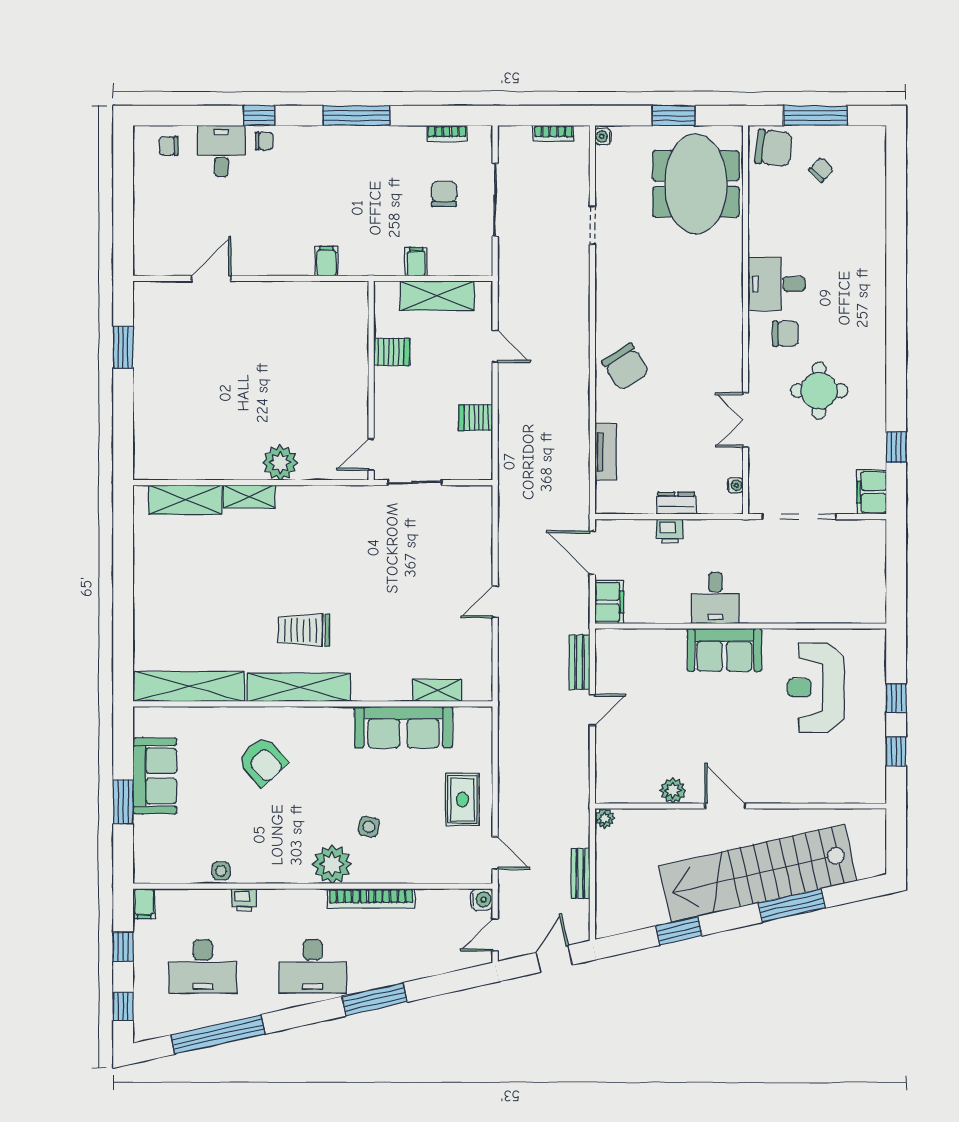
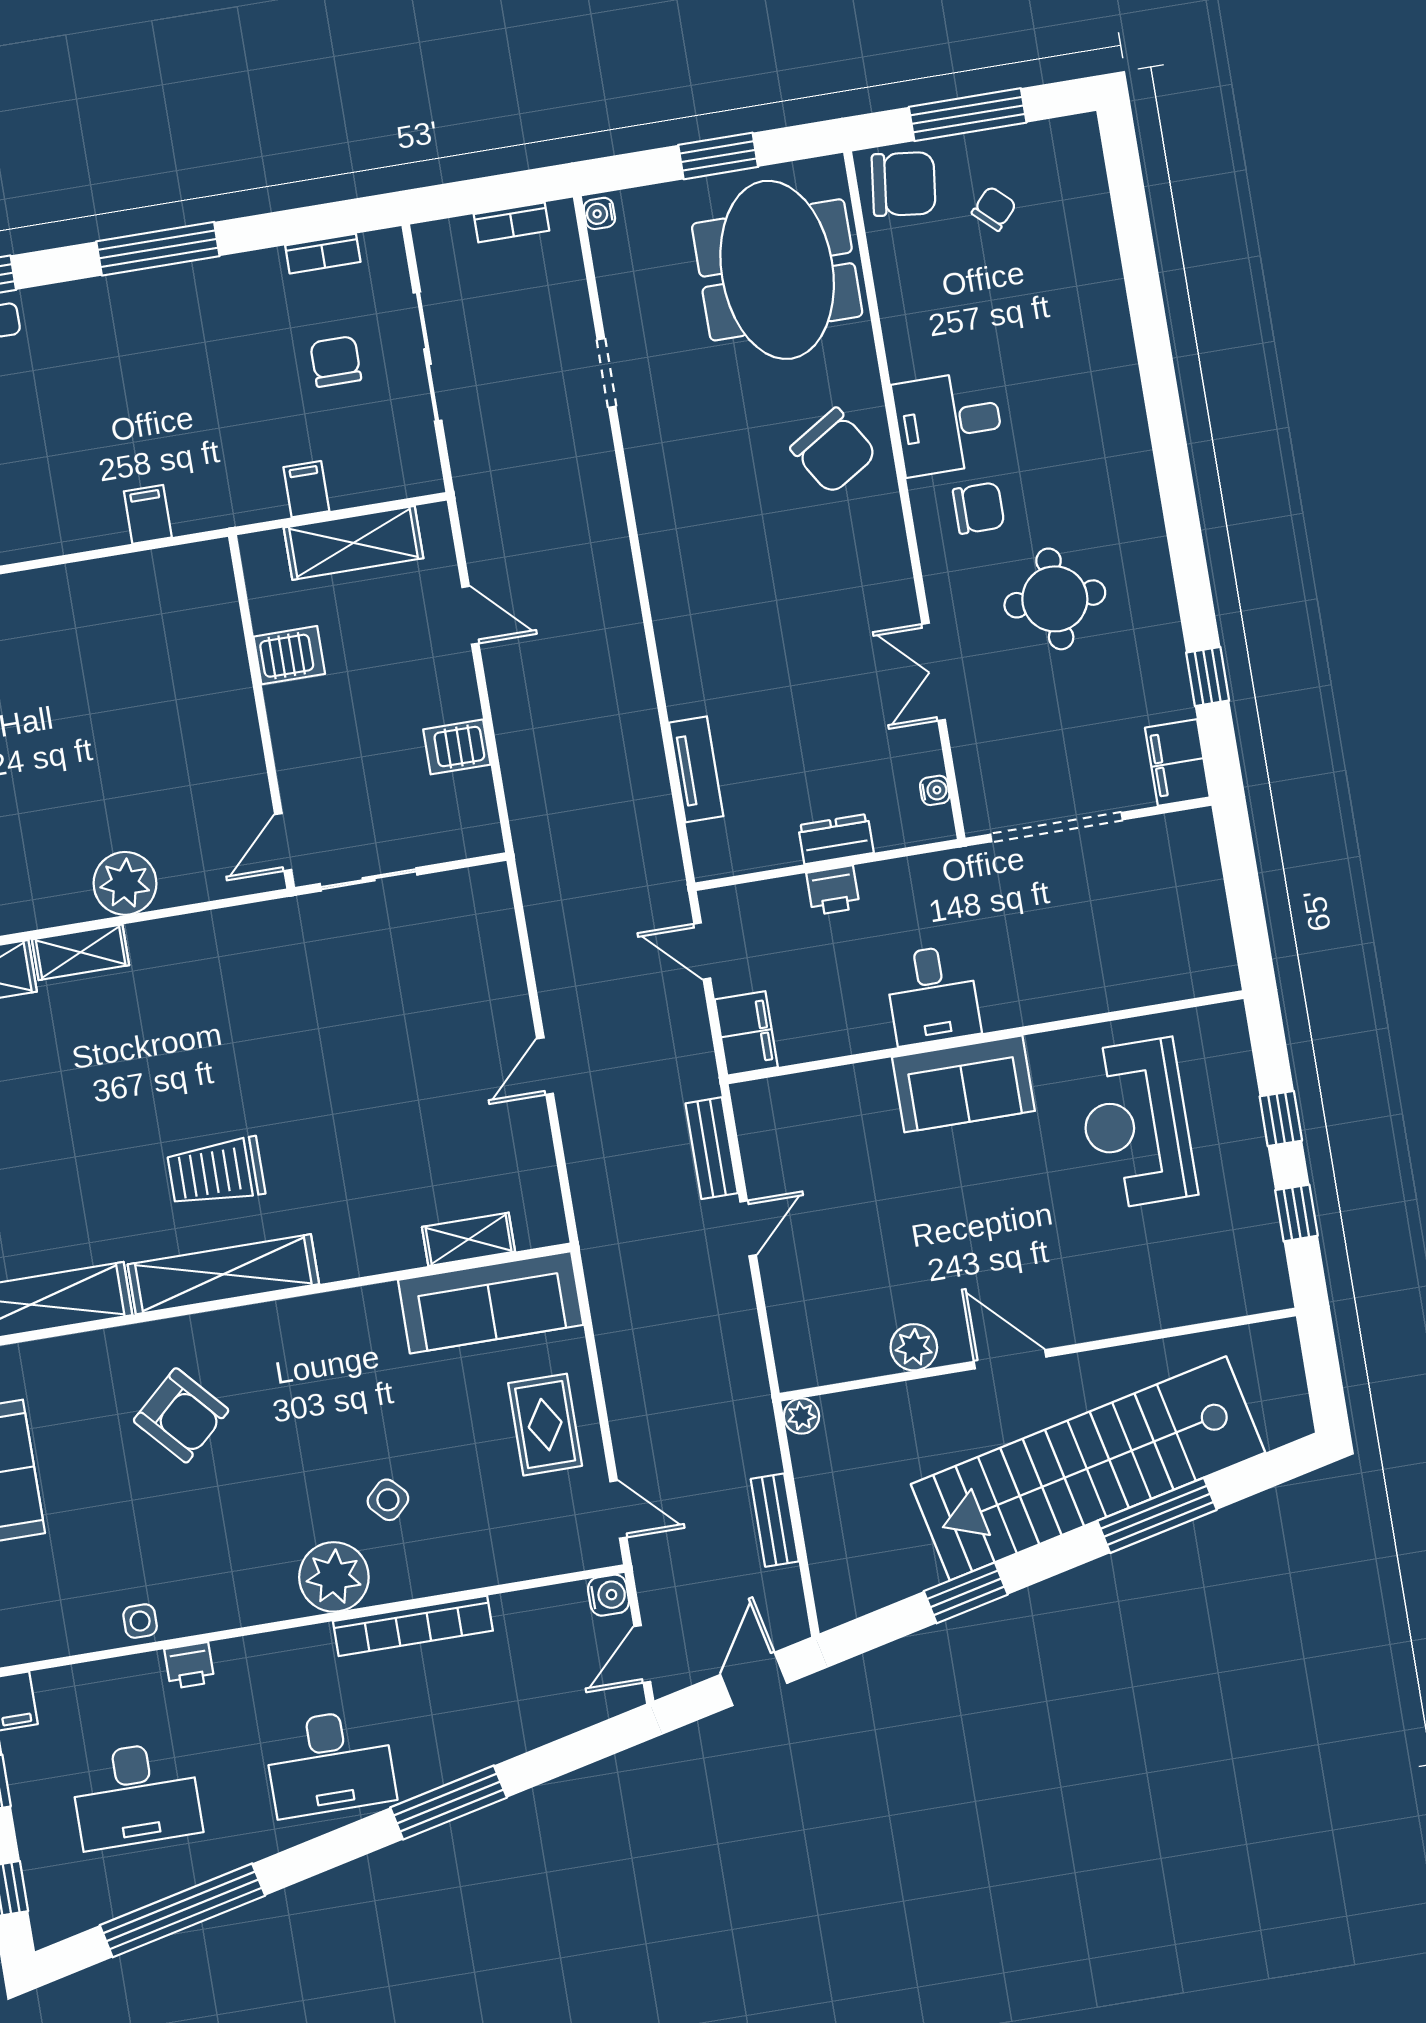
chair: (625, 367) -> (834, 451), moved
door: (592, 553) -> (702, 951), width x0.73
sofa: (403, 727) -> (491, 1302), moved
side table: (369, 827) -> (388, 1500), turned 36

